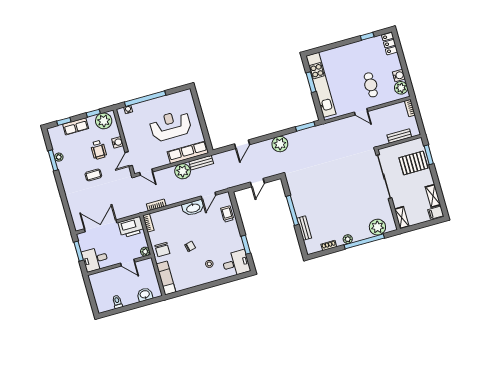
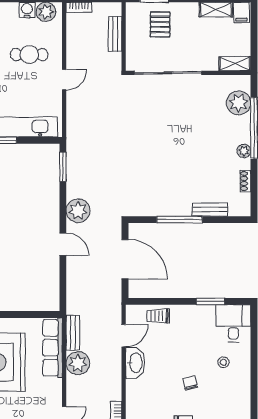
door: (242, 144) -> (63, 244), moved
pallet: (413, 163) -> (160, 24), width x0.67, depth x0.71
door: (257, 183) -> (125, 259), width x1.88
door: (208, 196) -> (124, 336), hinge flipped

